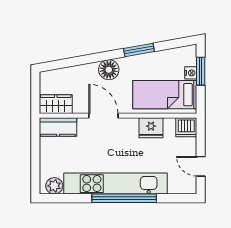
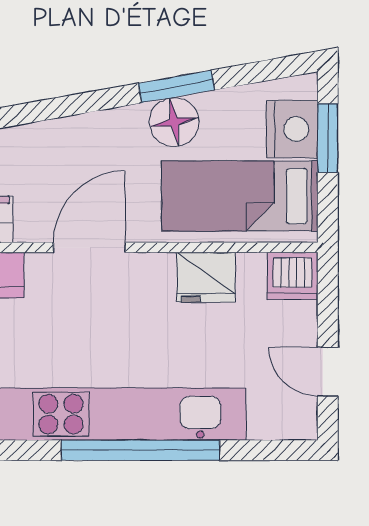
floor lamp: (109, 70) -> (174, 122), moved
nightstand: (191, 73) -> (292, 129), width x1.89, depth x1.79
door: (103, 116) -> (89, 247), hinge flipped

